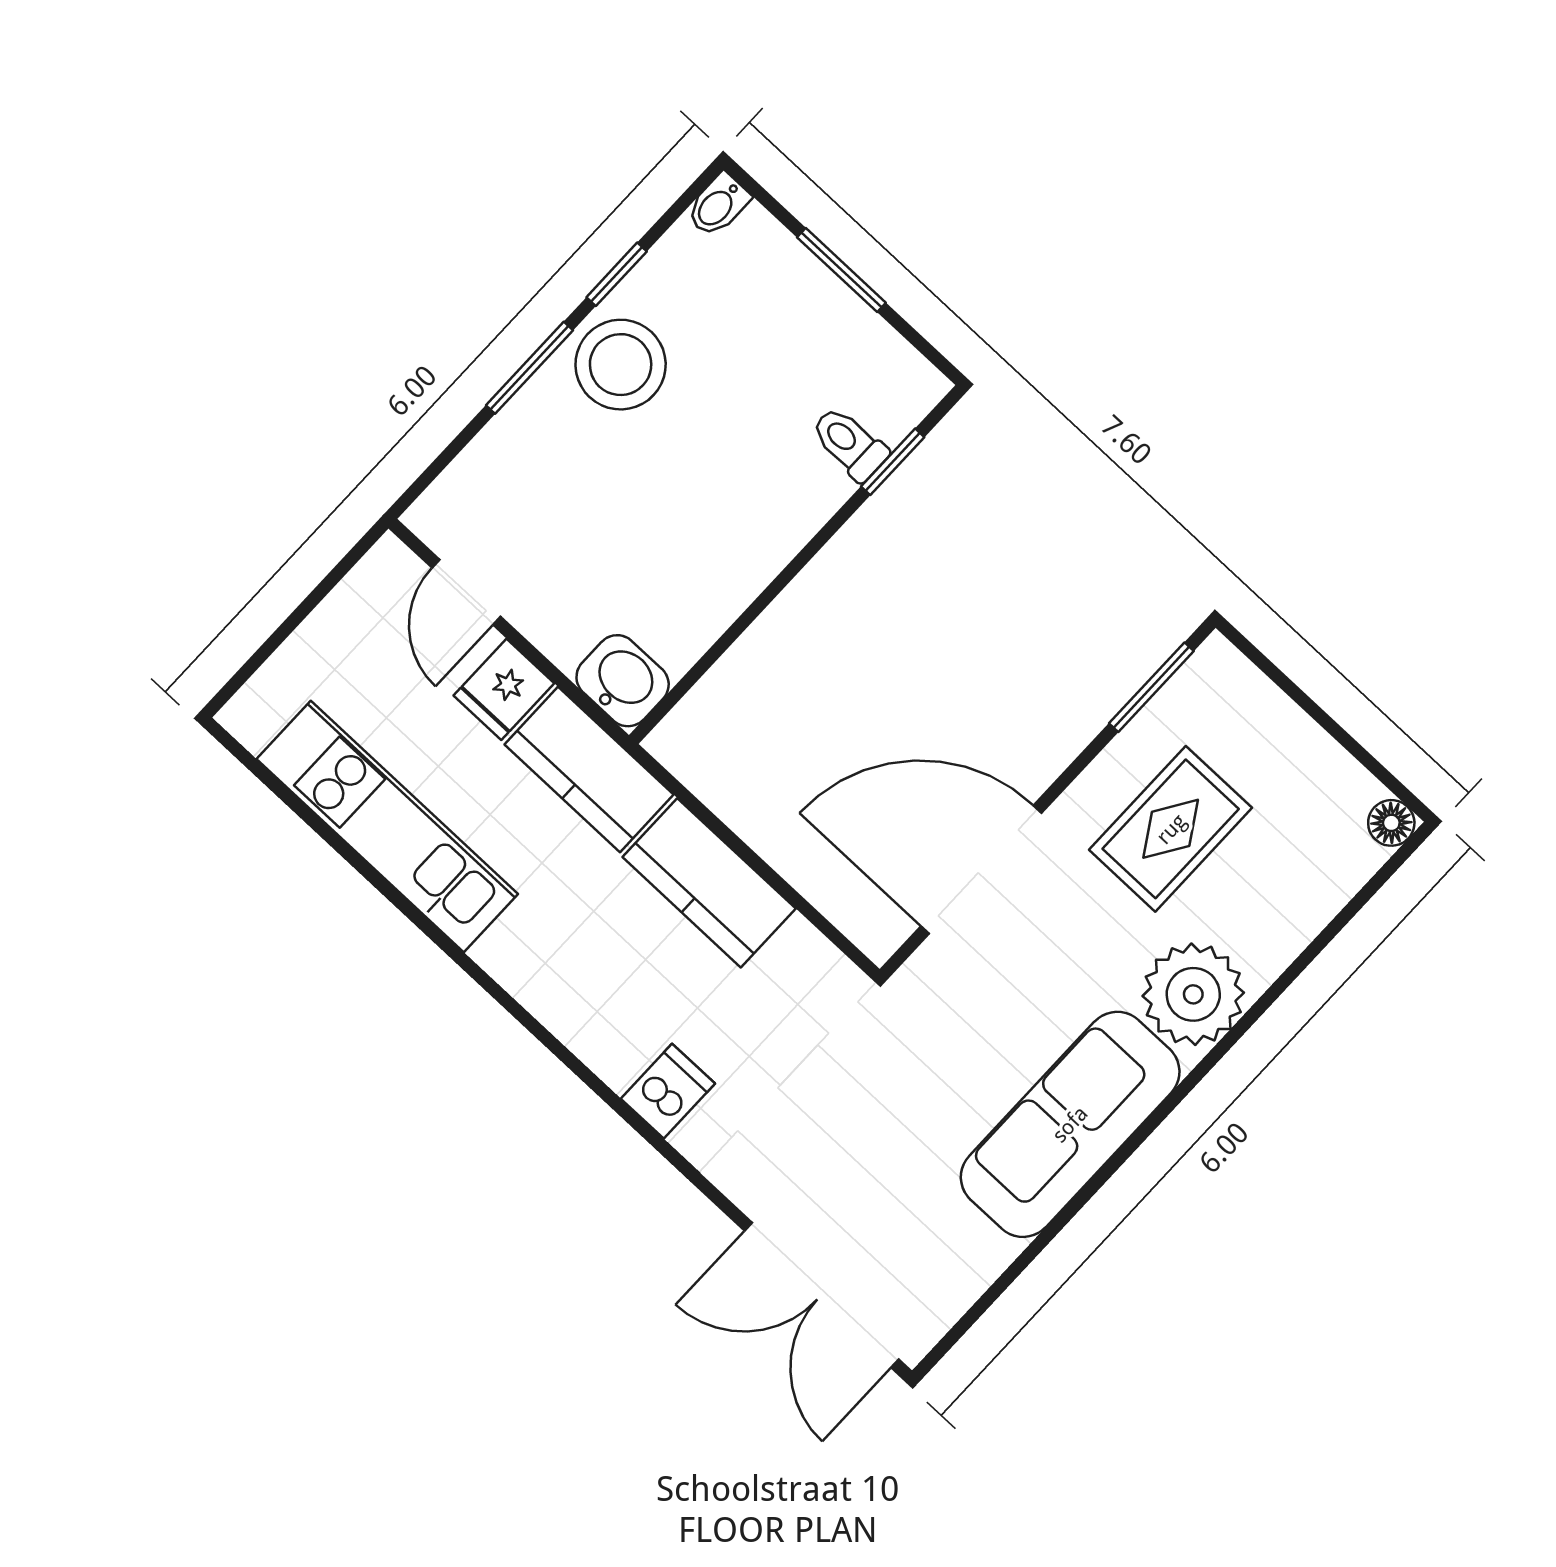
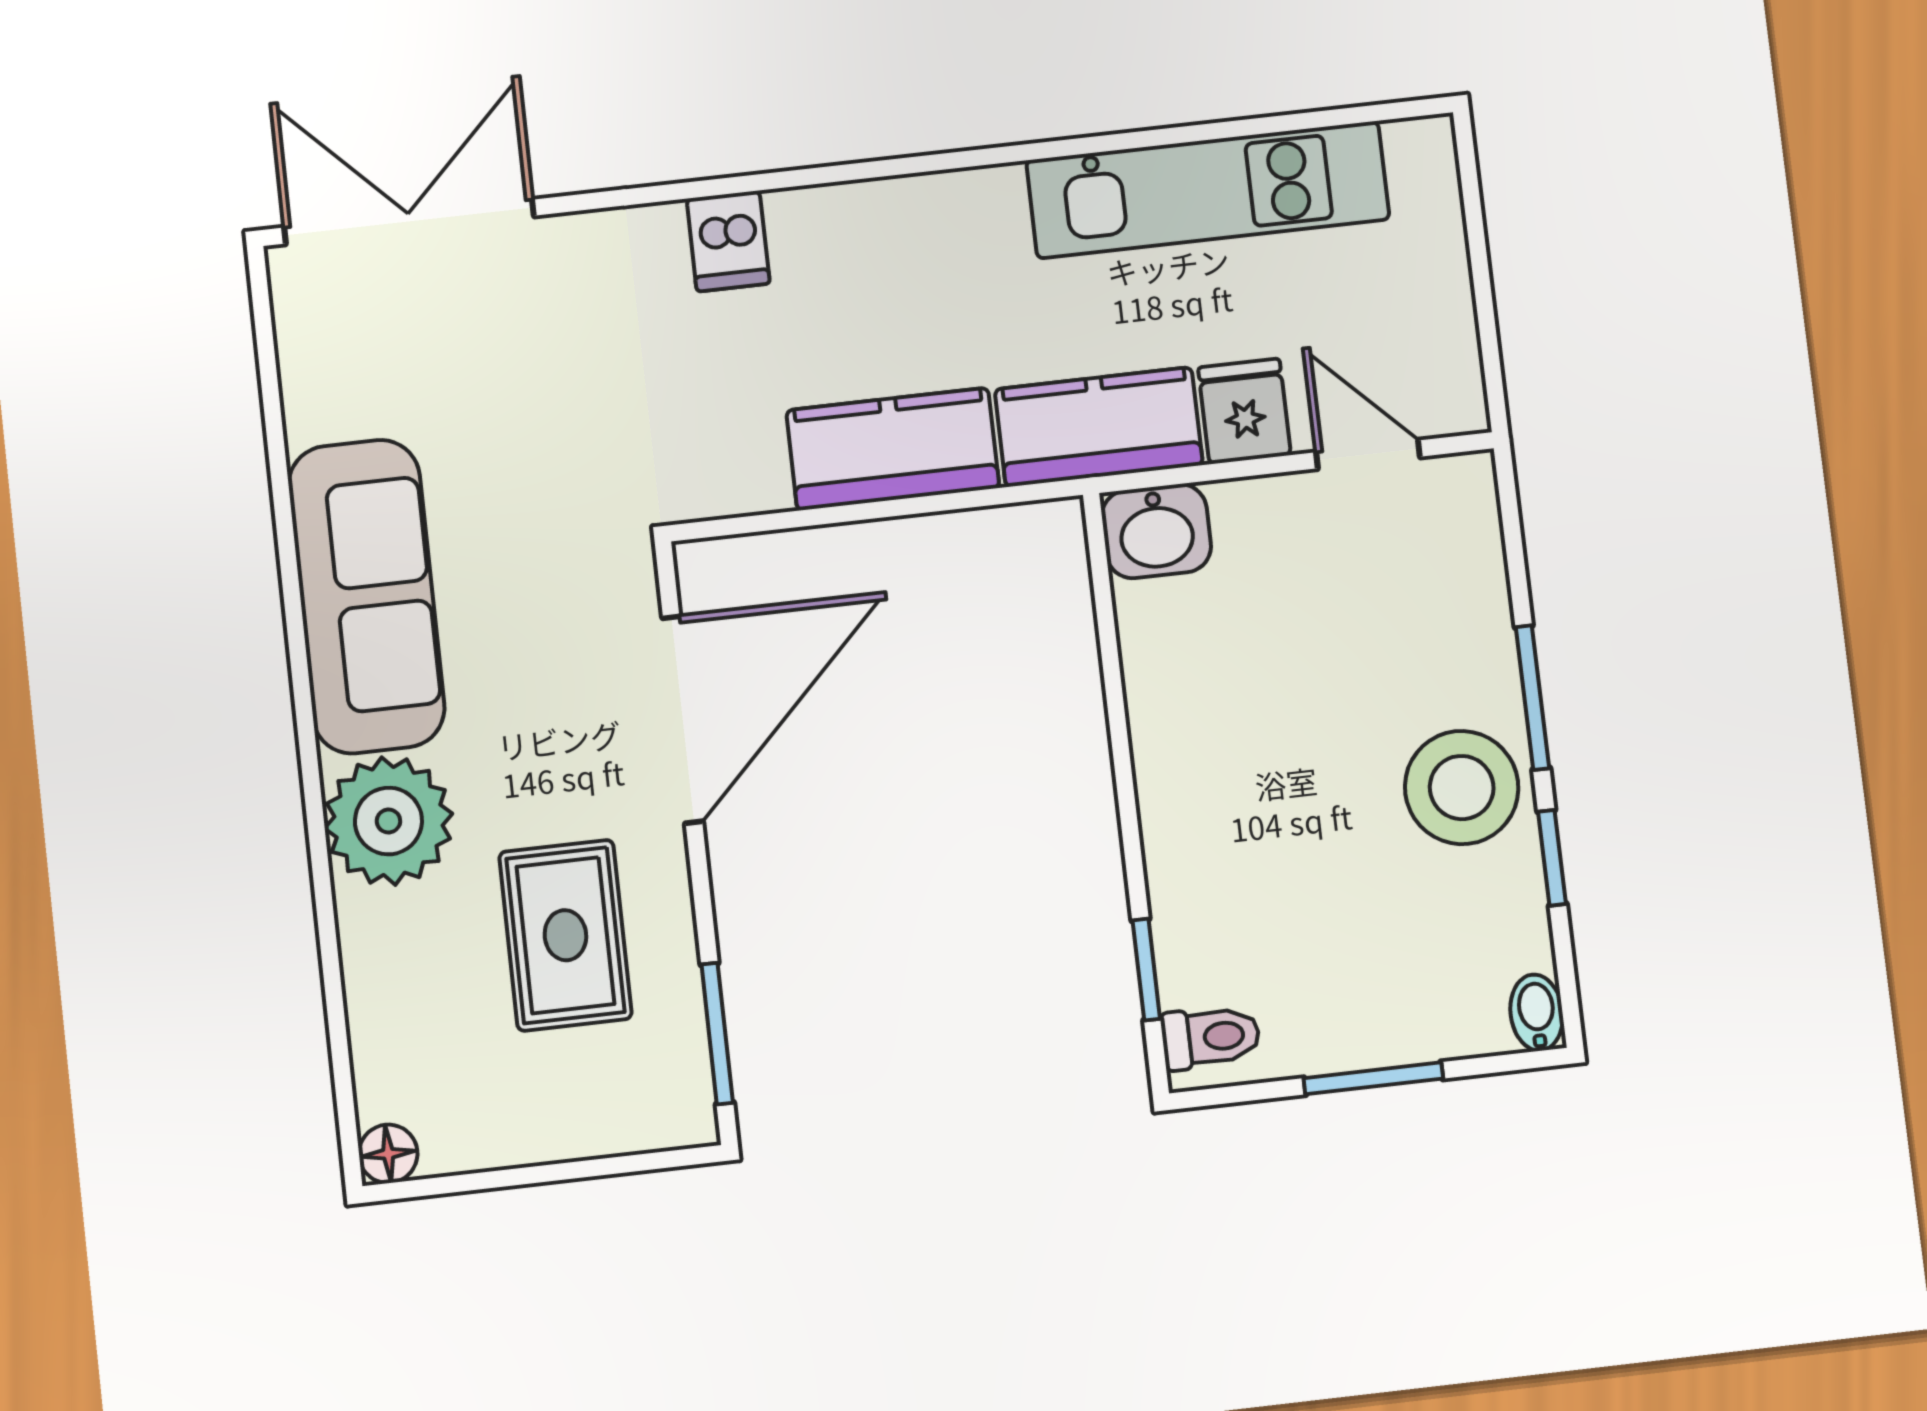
toilet: (849, 443) -> (1211, 1037), moved

